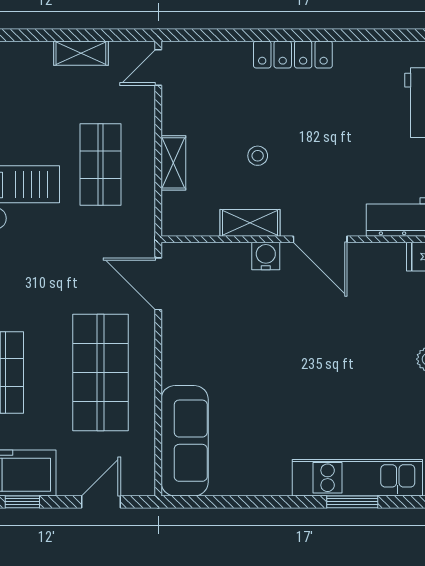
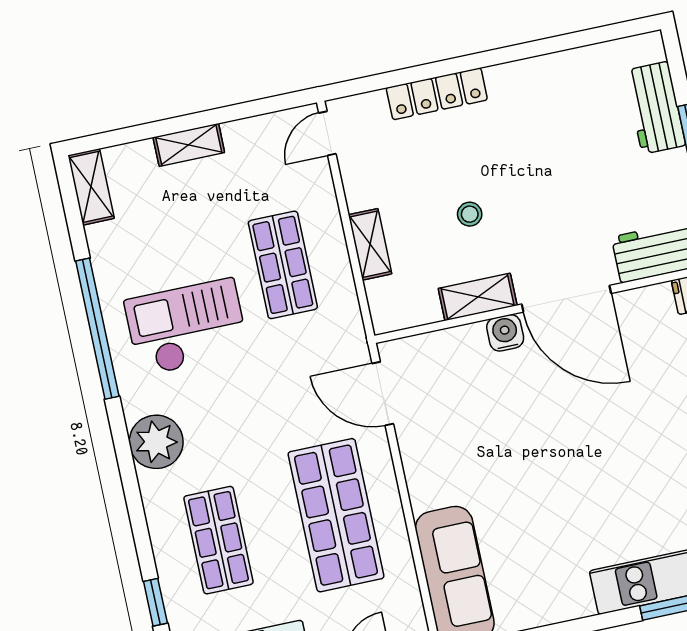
shelving: (81, 53) -> (189, 145), moved
locker: (293, 54) -> (437, 94), moved
door: (320, 239) -> (566, 299), width x1.36

